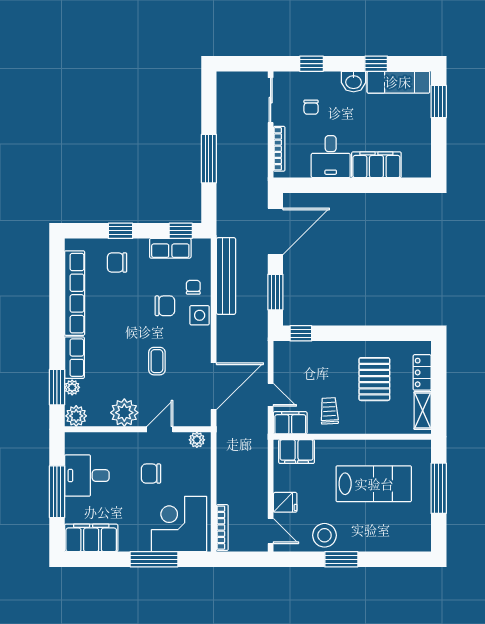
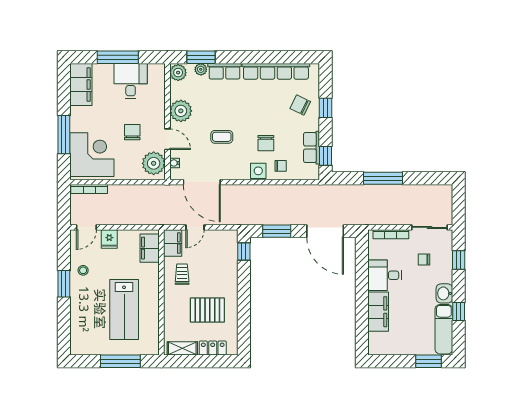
chair: (117, 263) -> (300, 105), turned -64
bench: (226, 276) -> (290, 192), removed
trolley: (329, 411) -> (182, 274), turned -87
water cooler: (190, 420) -> (175, 163), added
plant: (197, 440) -> (154, 163), width x1.87, depth x1.87
stool: (324, 535) -> (83, 270), width x0.53, depth x0.53

